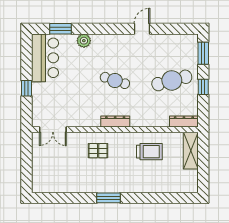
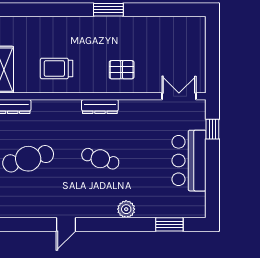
plant: (84, 41) -> (126, 209), moved
bar counter: (45, 58) -> (189, 161), moved
window: (27, 88) -> (212, 129), moved

